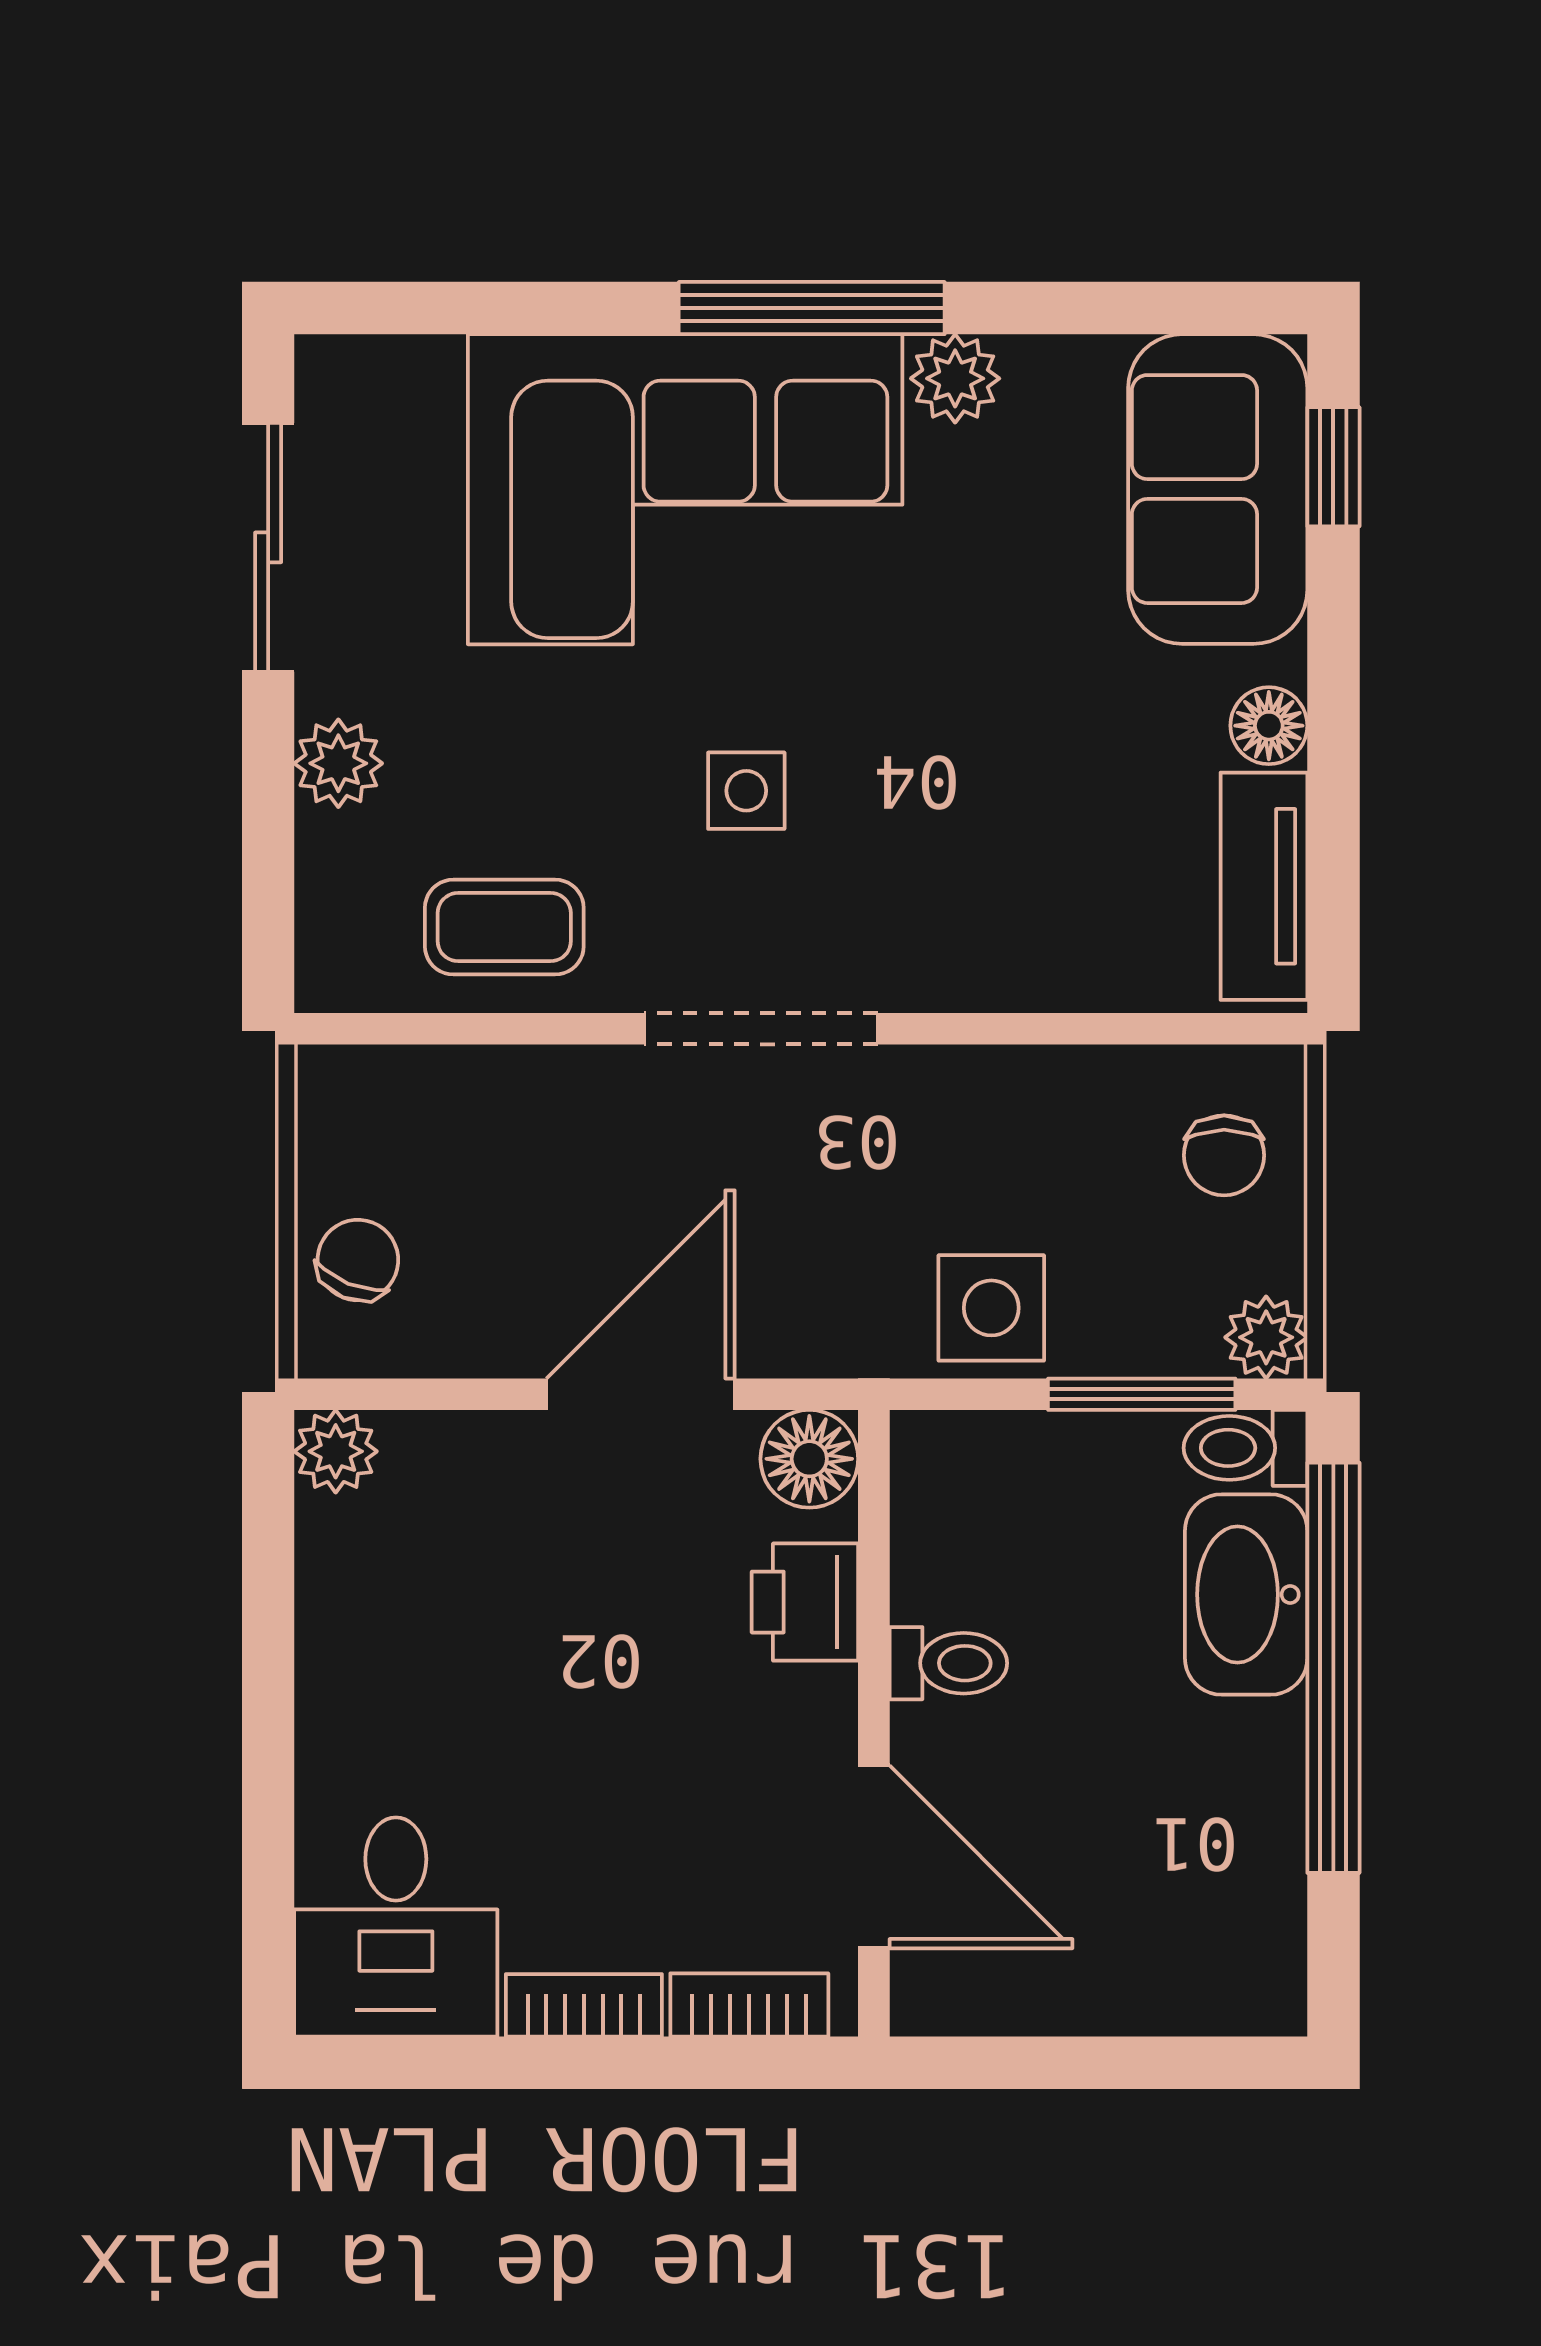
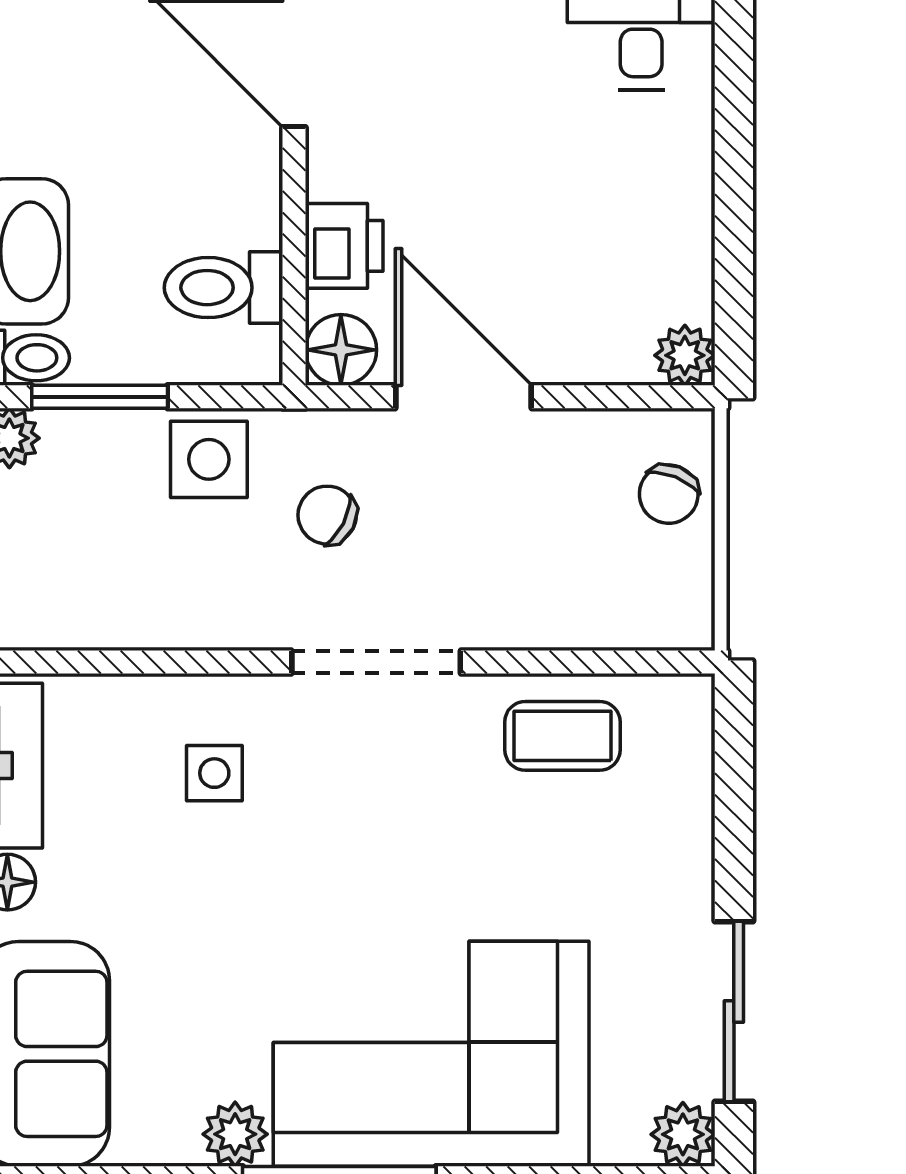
plant: (338, 763) -> (683, 1134), moved
side table: (746, 791) -> (214, 773), moved
chair: (1224, 1155) -> (327, 515), moved, turned -63
door: (641, 1394) -> (463, 397), swing flipped
toilet: (948, 1663) -> (224, 288), moved, width x1.37, depth x1.39

